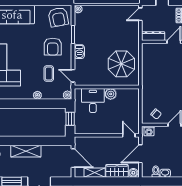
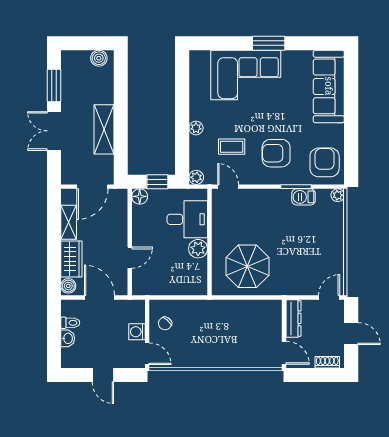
door: (140, 14) -> (329, 297), hinge flipped
armchair: (58, 17) -> (325, 162), turned 101
barbecue: (79, 52) -> (303, 197), moved
door: (73, 76) -> (228, 187), hinge flipped
floor lamp: (79, 129) -> (140, 196), added
washing machine: (149, 131) -> (137, 332), moved
door: (129, 135) -> (130, 258), moved
shelving: (26, 151) -> (104, 129), moved

